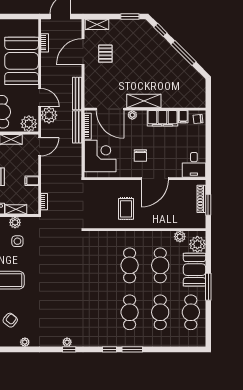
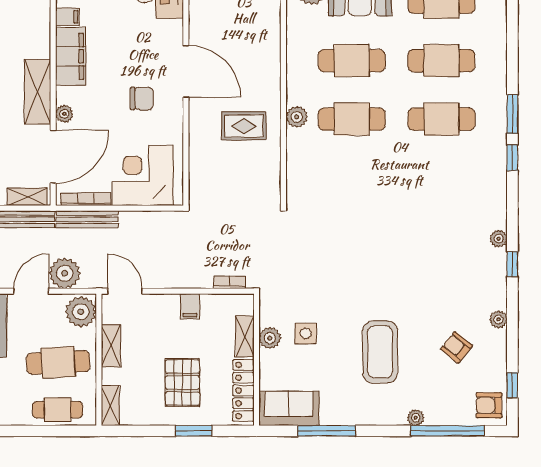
shelving: (89, 96) -> (27, 197), added
plant: (180, 237) -> (297, 117), moved
window: (69, 349) -> (512, 264), moved

